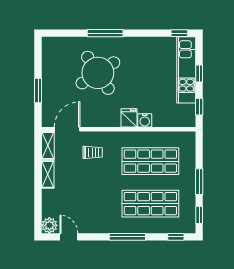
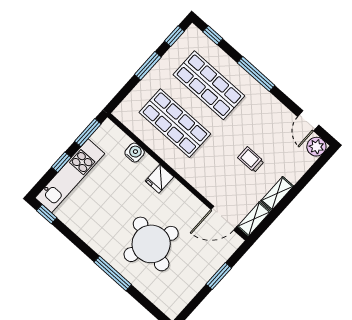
round table: (98, 73) -> (151, 244), turned -37
window: (199, 107) -> (88, 133), width x1.50
water cooler: (145, 120) -> (135, 153), moved
trolley: (93, 152) -> (251, 160), moved

